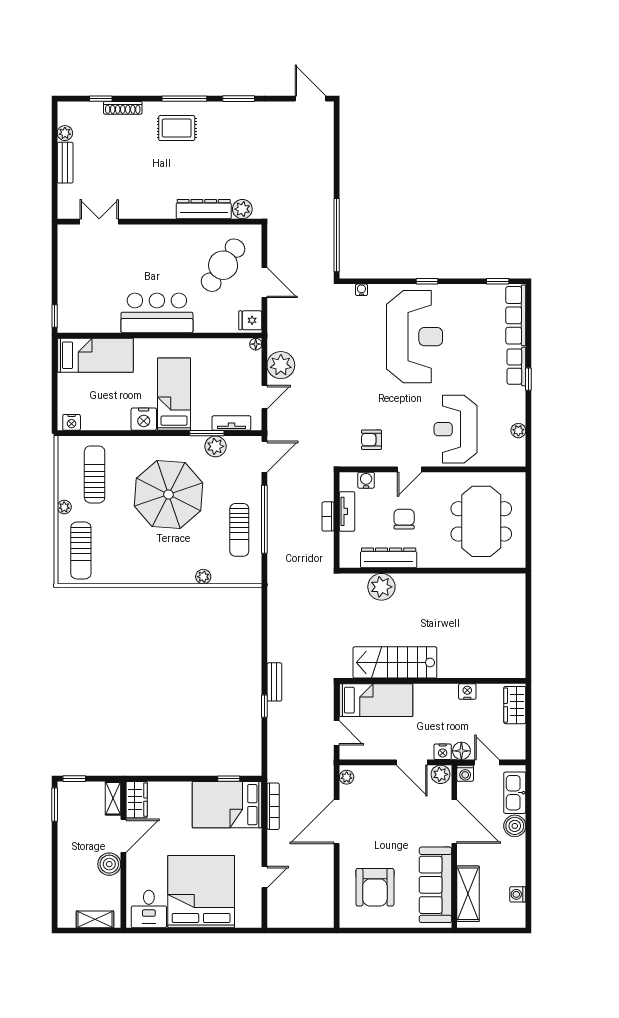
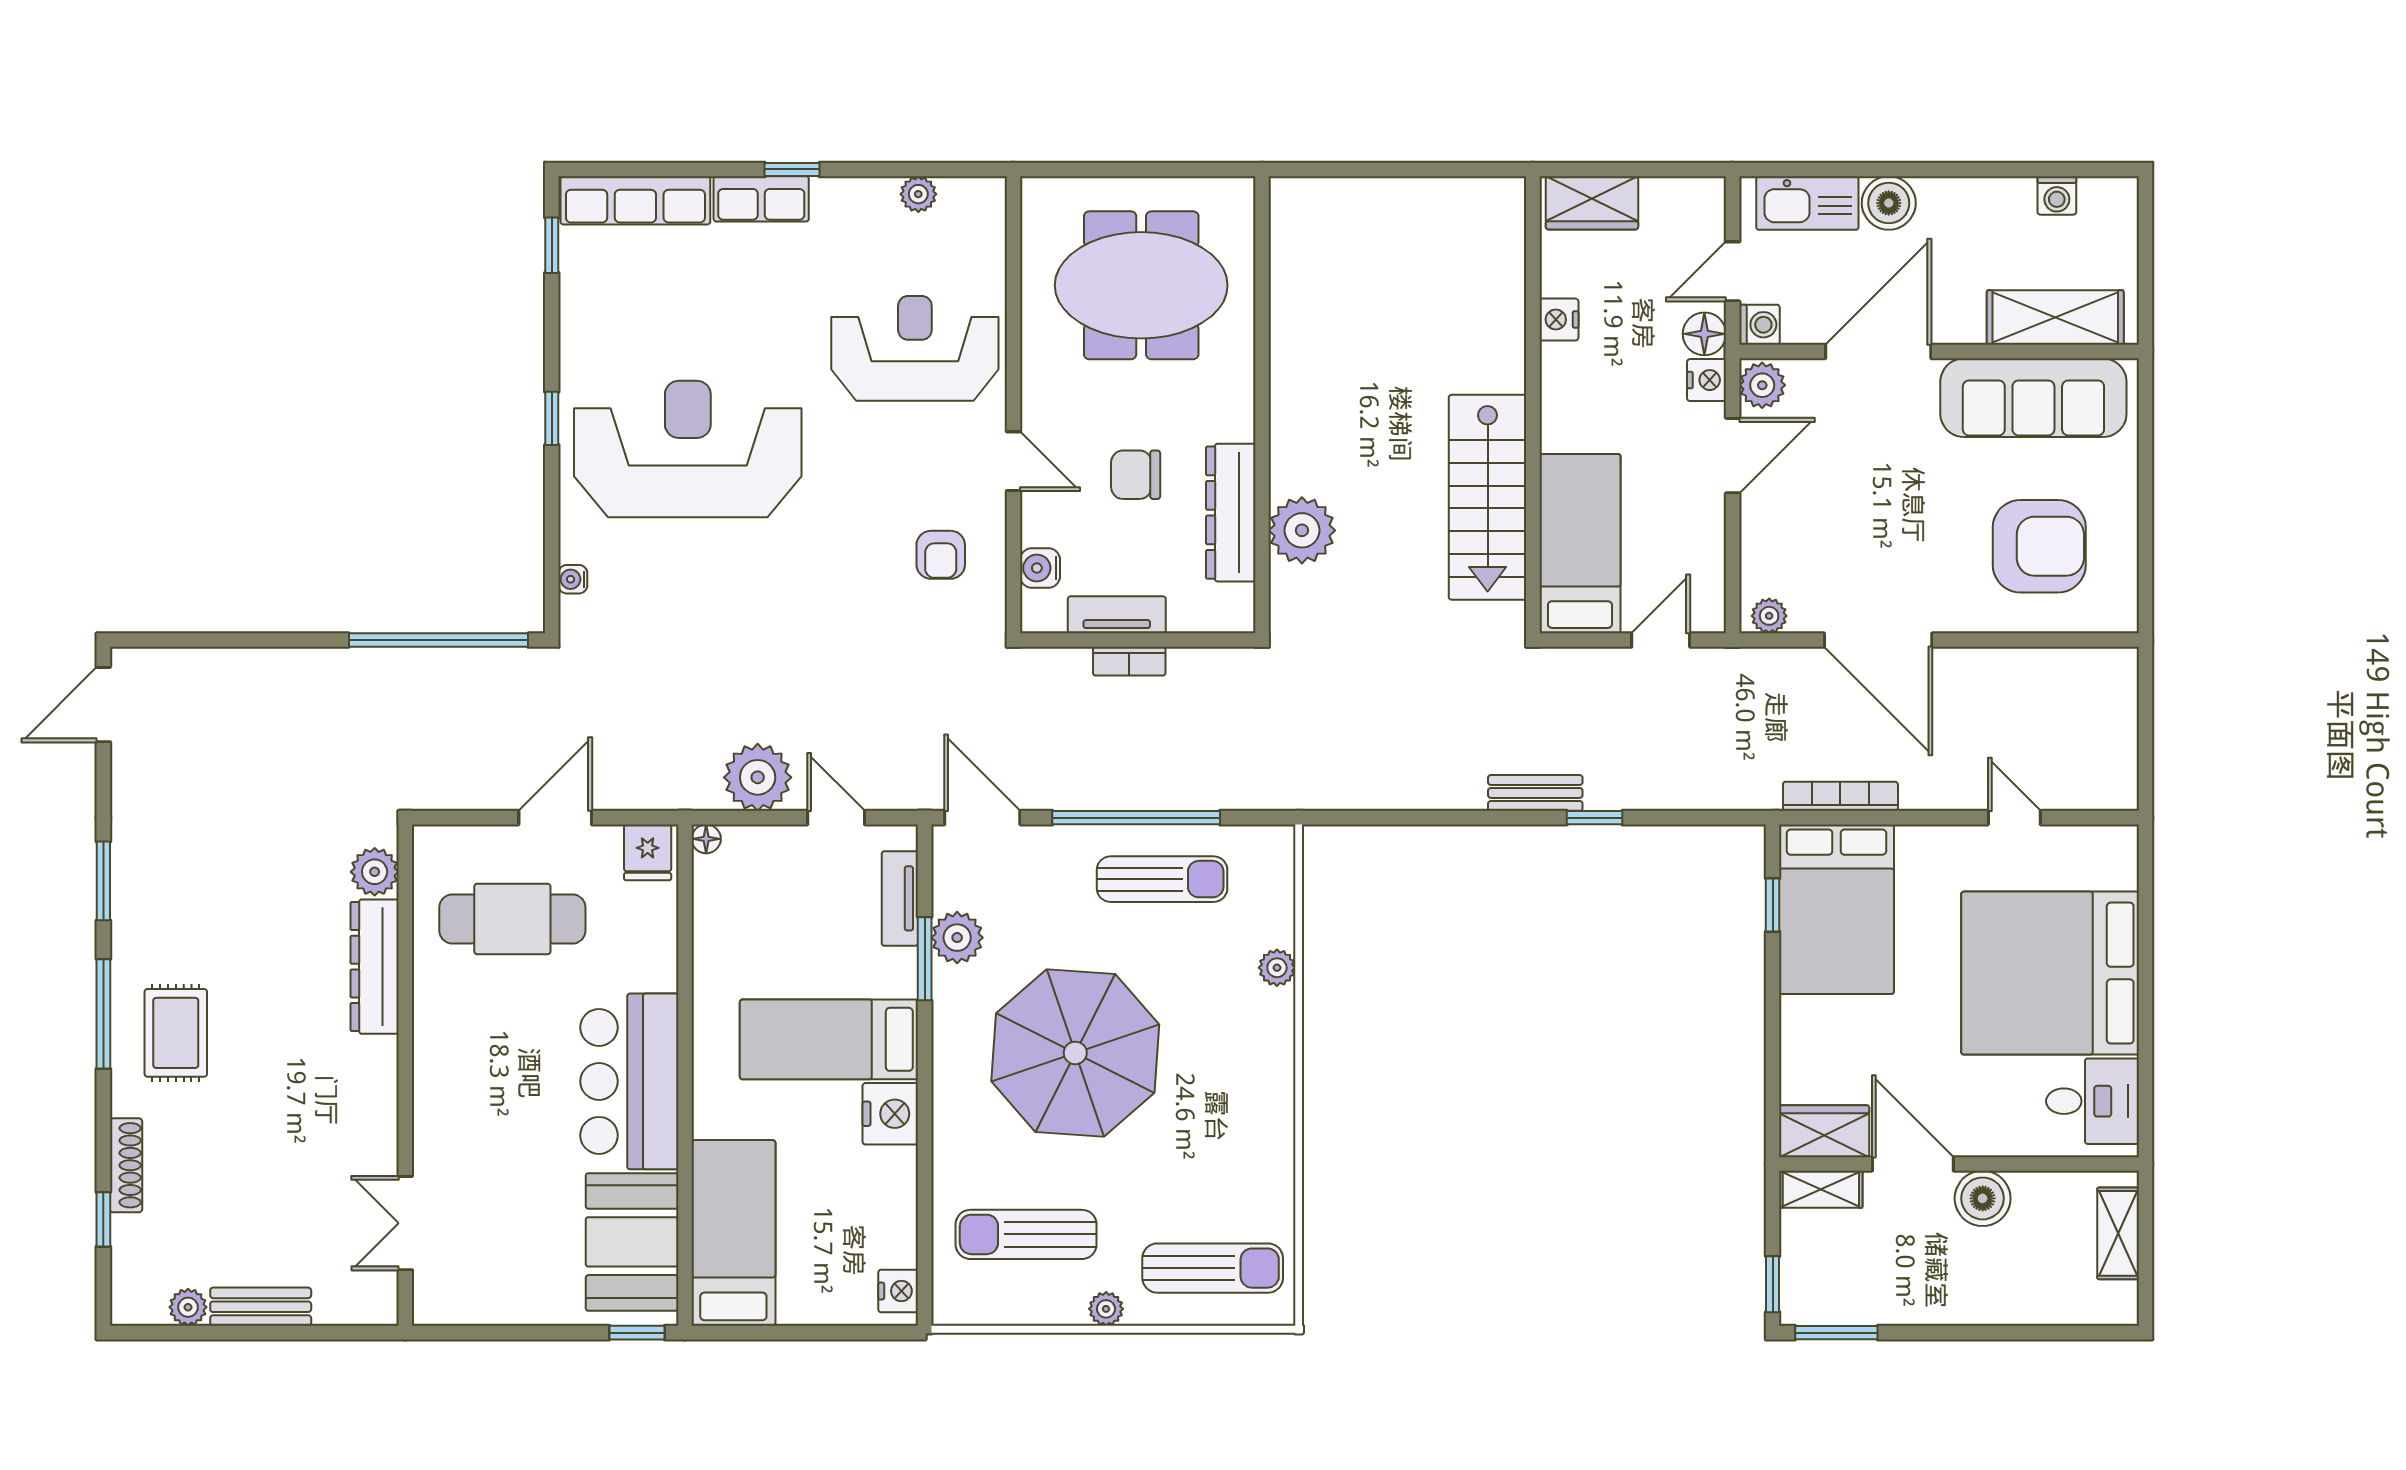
cafe table: (223, 265) -> (512, 919), turned -35
booth: (92, 314) -> (632, 1242), added
reception desk: (456, 429) -> (915, 348), turned 180

